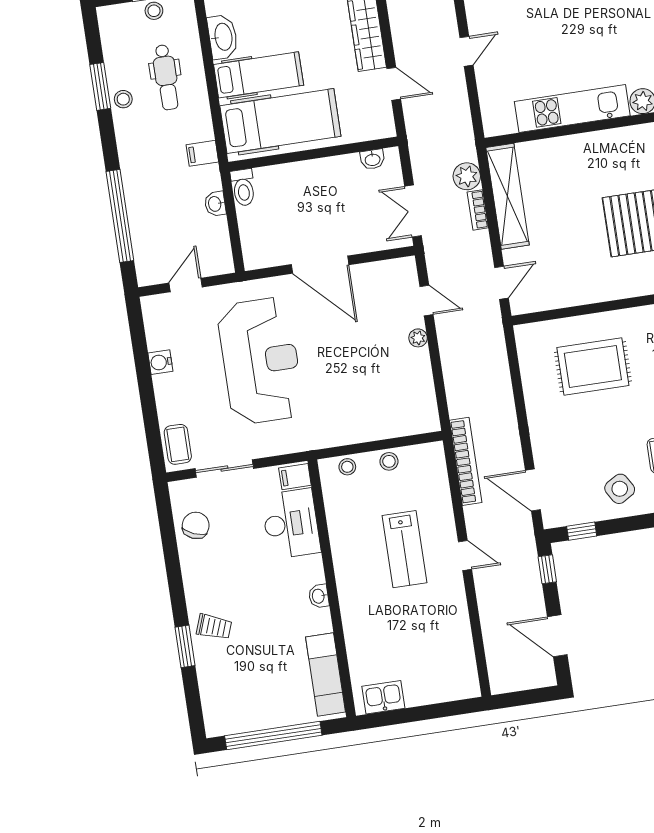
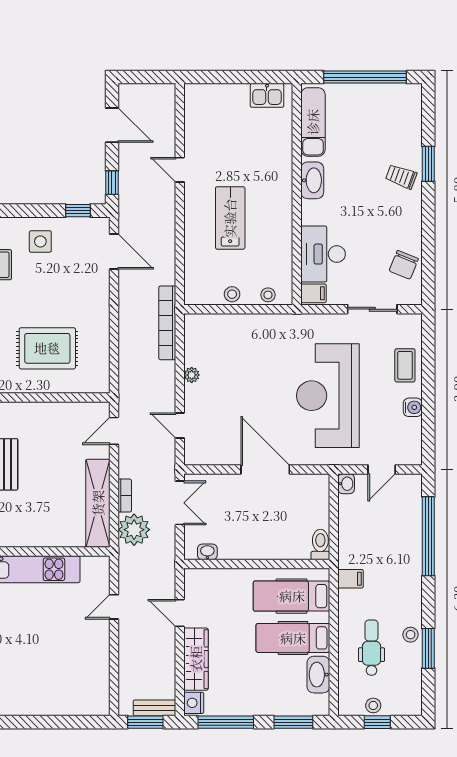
door: (466, 51) -> (114, 607), moved
hospital bed: (280, 121) -> (292, 596), width x0.73, depth x0.77
plant: (467, 176) -> (134, 530), width x1.36, depth x1.36
washbasin: (215, 204) -> (346, 484), moved
plant: (418, 338) -> (192, 375), moved
coffee table: (178, 444) -> (405, 365), moved
bookcase: (466, 461) -> (167, 323), moved
side table: (620, 489) -> (40, 241), turned 31
door: (465, 556) -> (180, 170), moved
washbasin: (319, 596) -> (312, 180), width x1.91, depth x1.45

